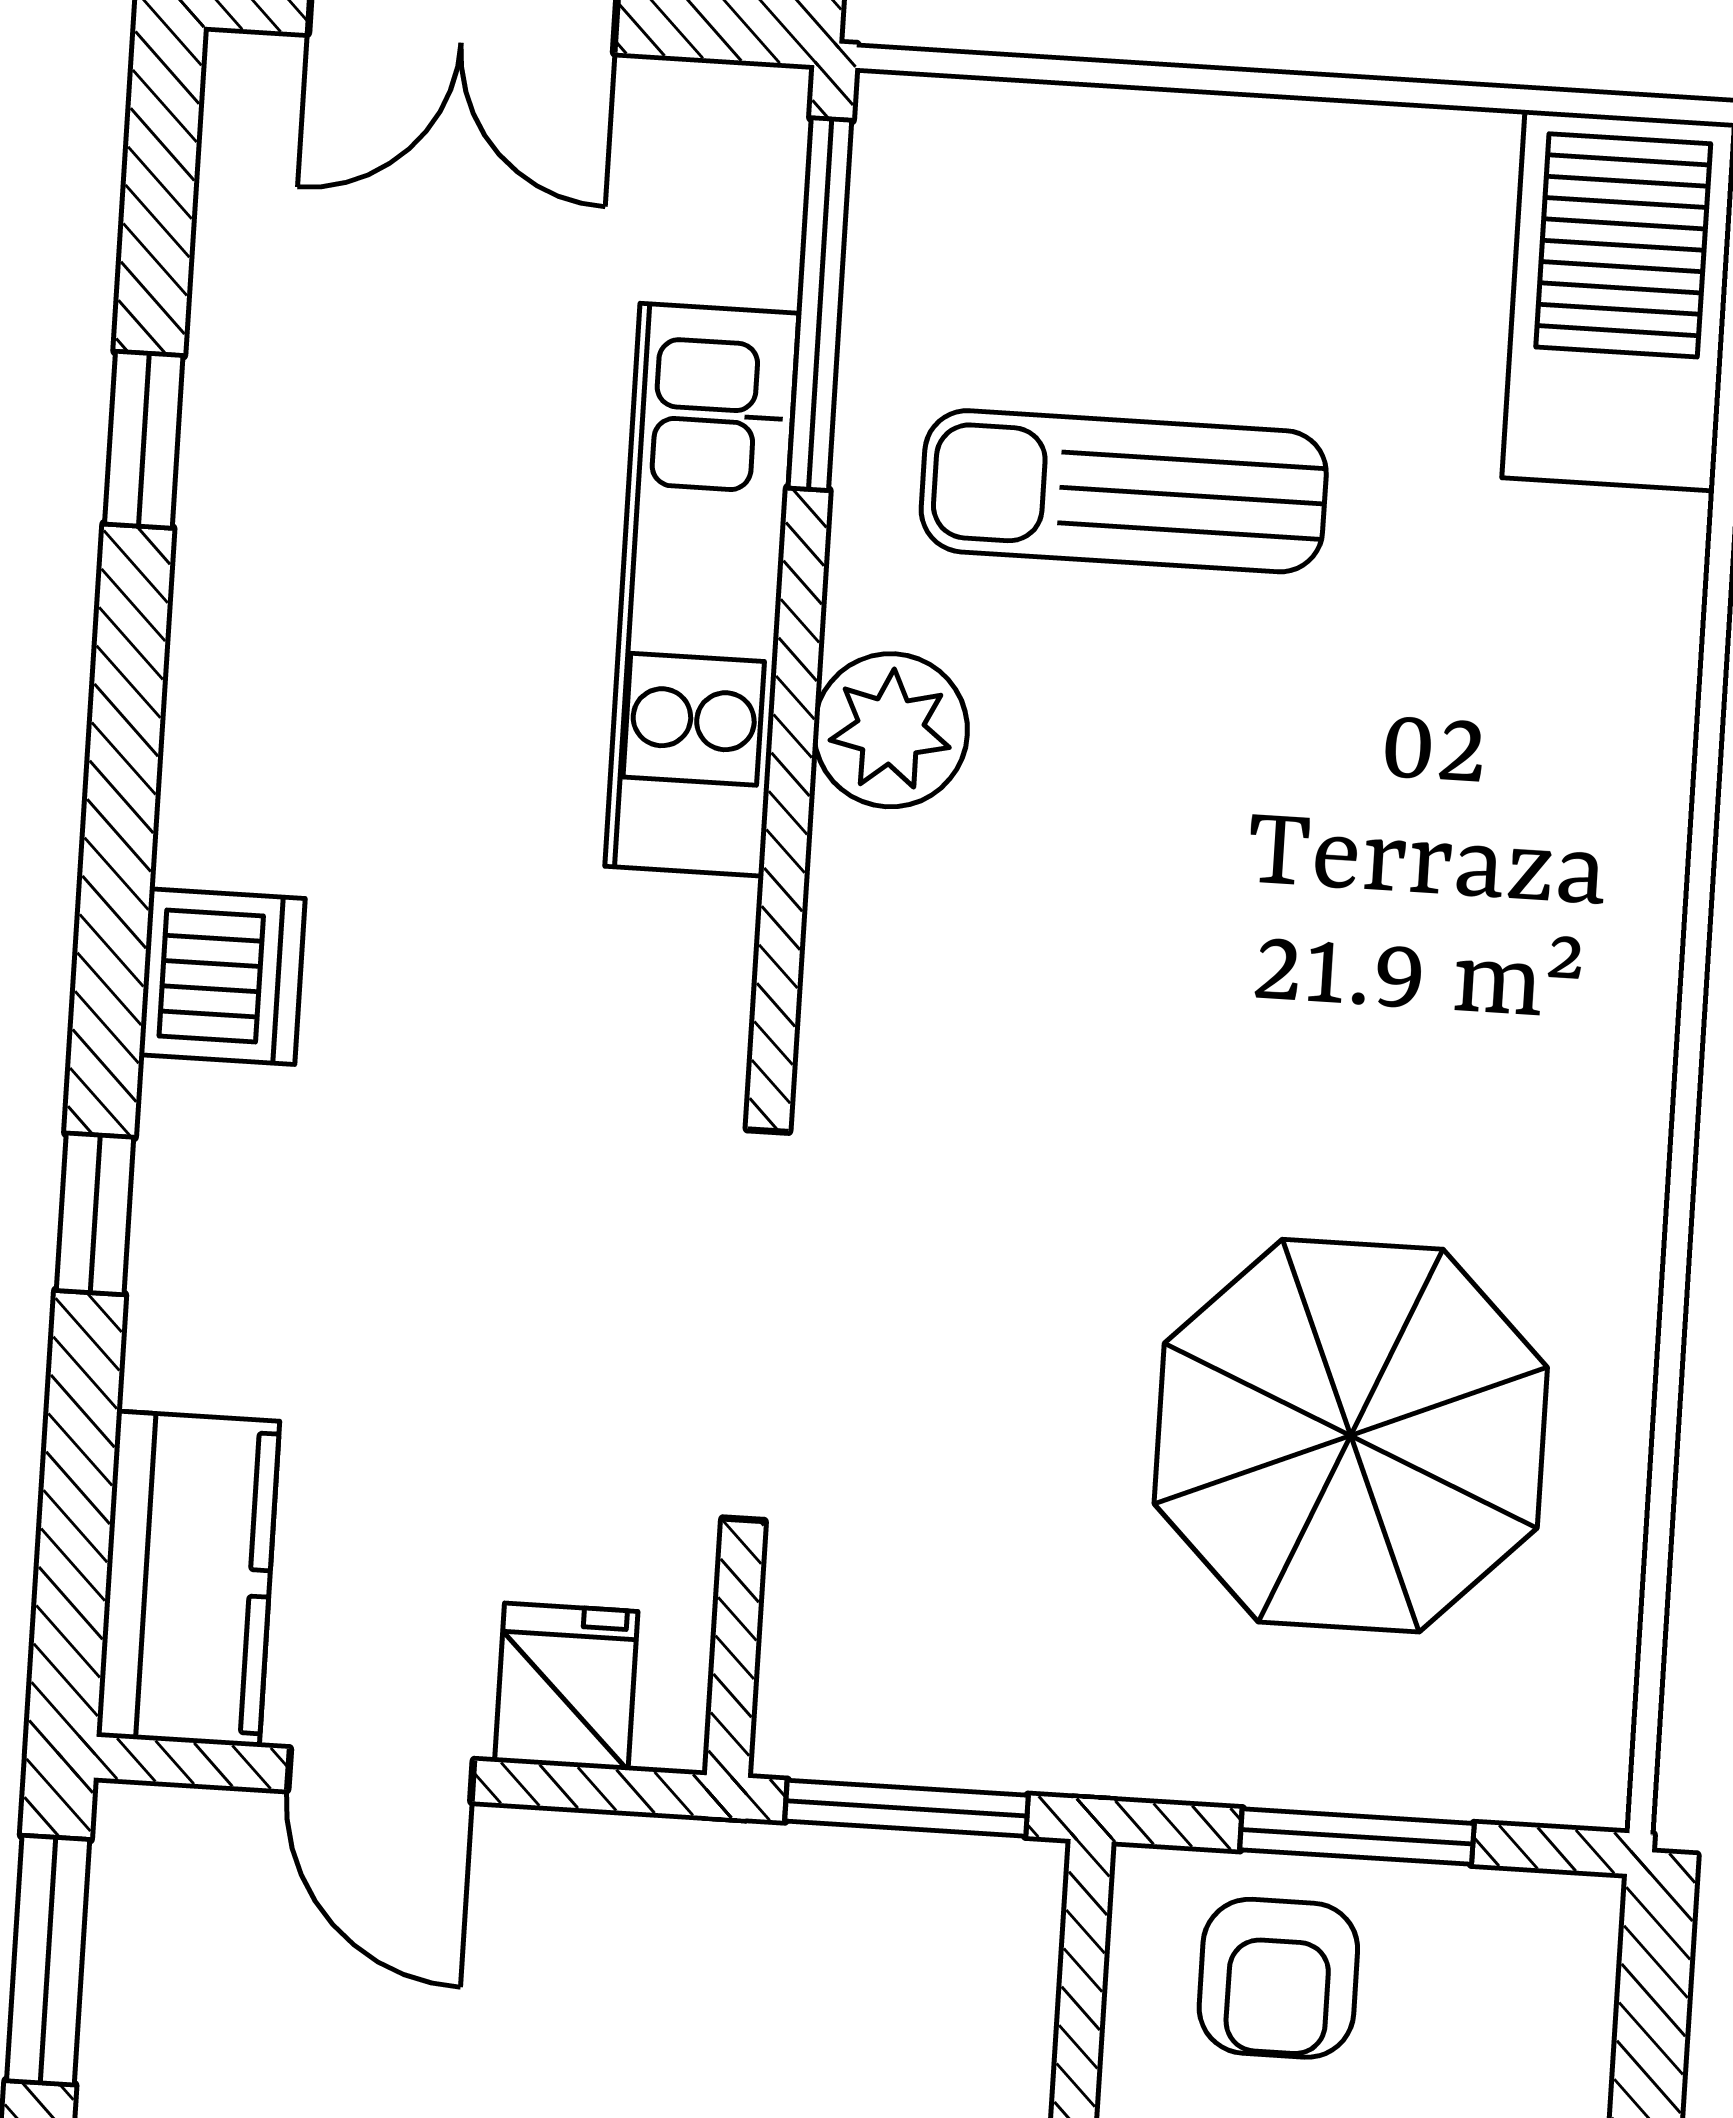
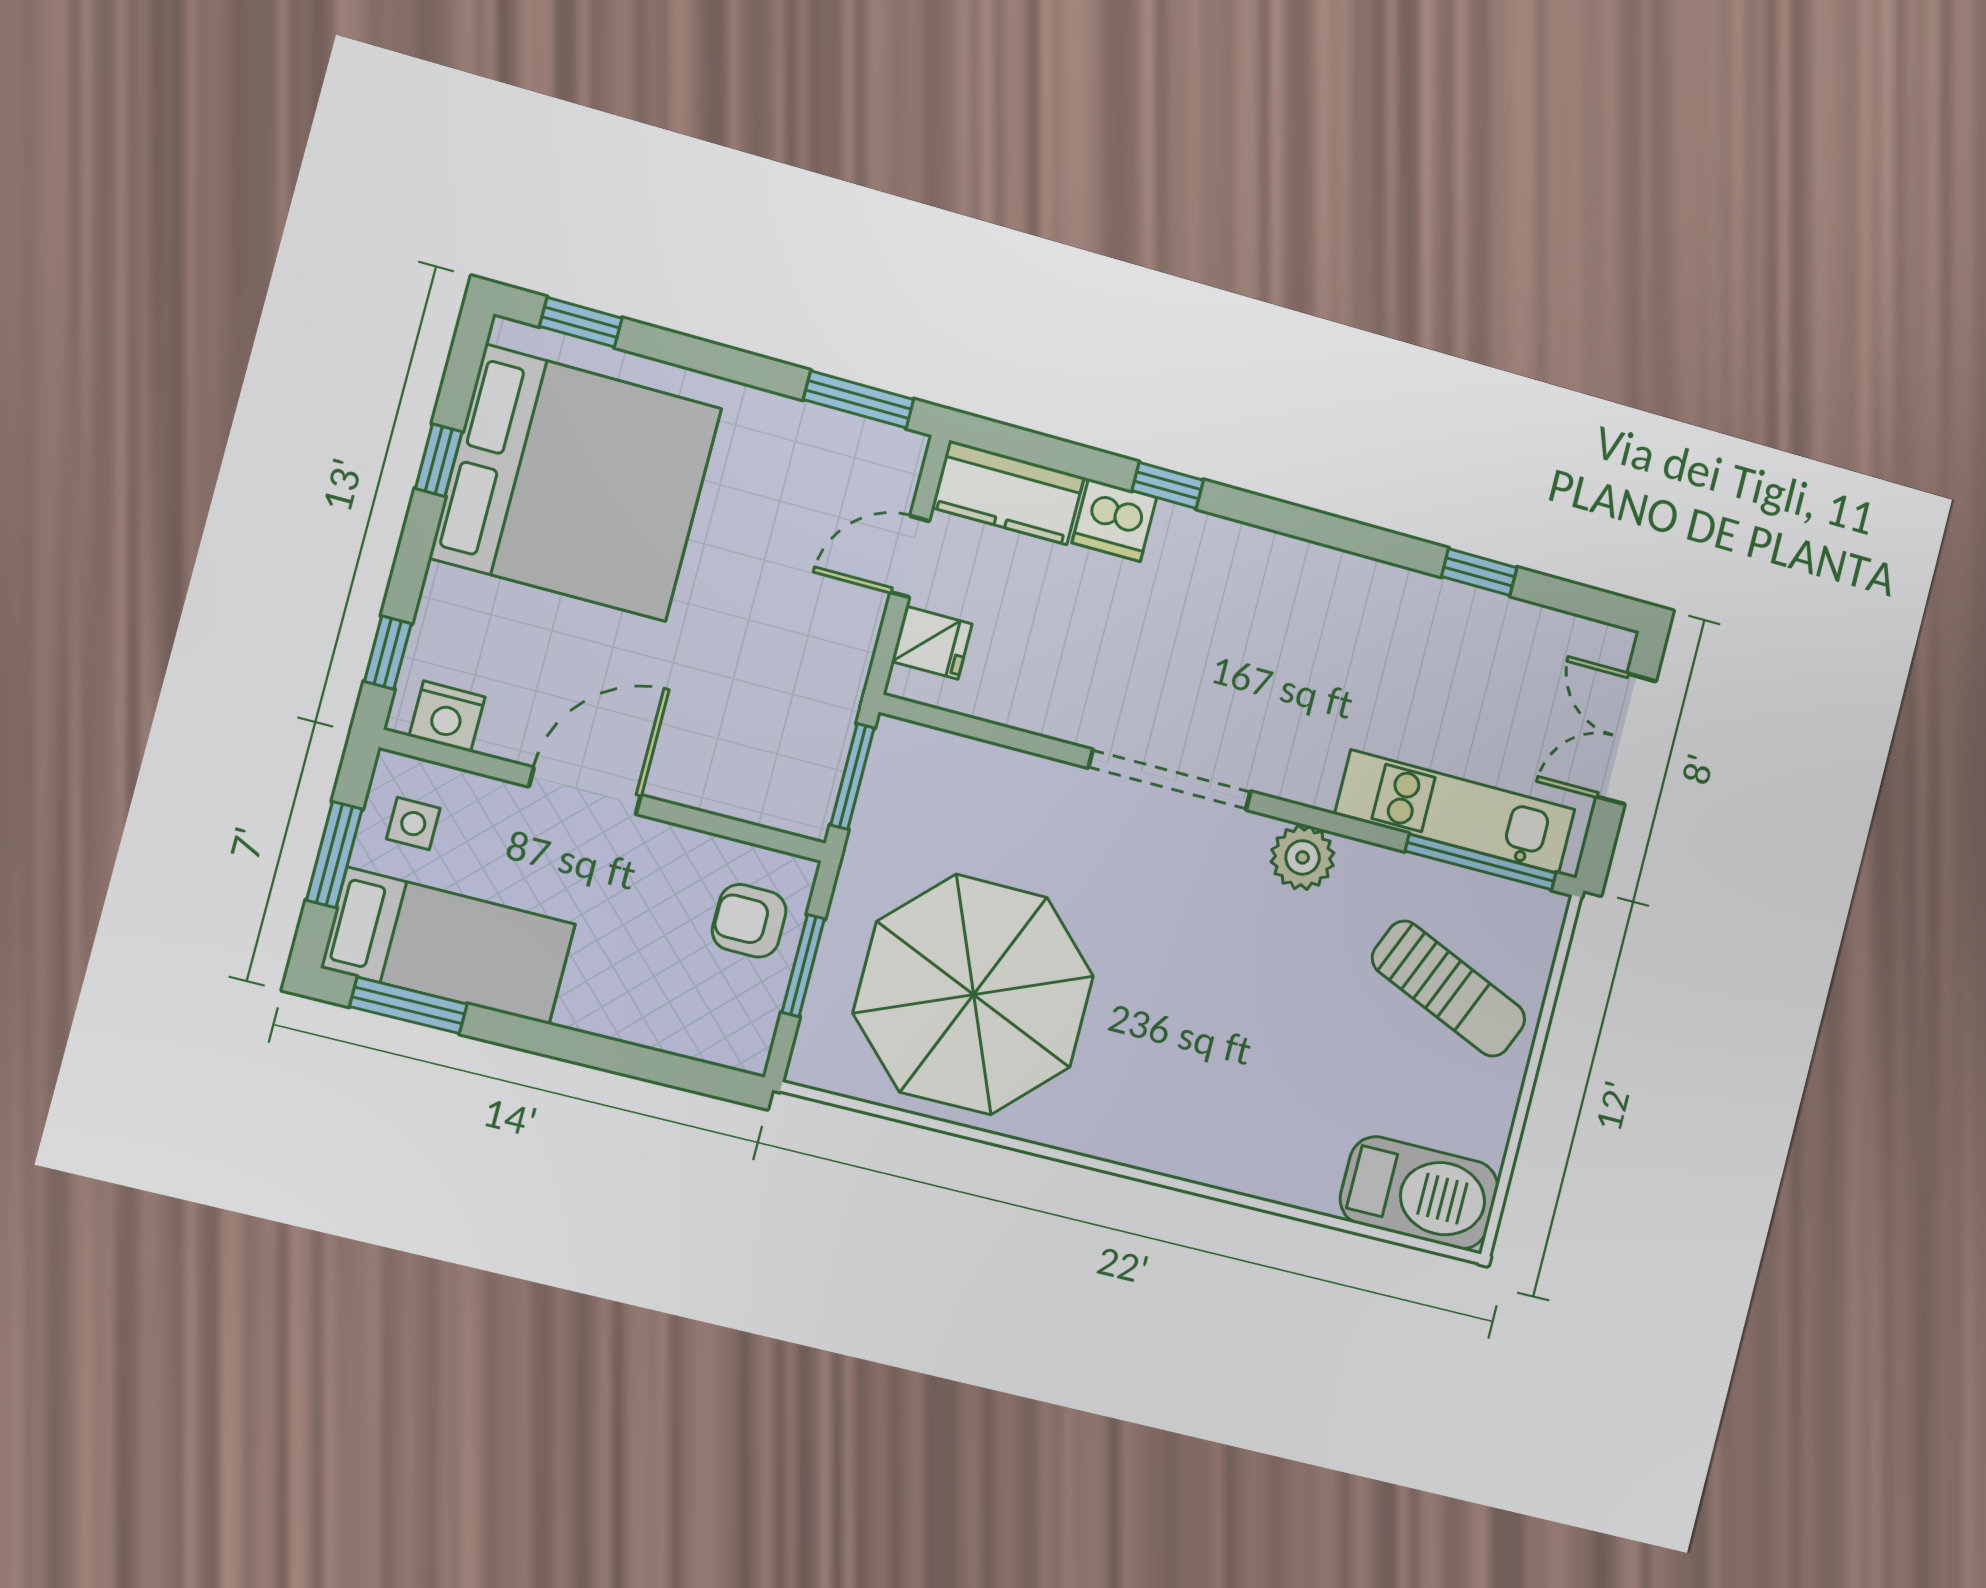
sun lounger: (1124, 491) -> (1449, 989), moved, turned 113
kitchen unit: (702, 590) -> (1455, 812), moved
dishwasher: (222, 977) -> (1114, 520), moved
doorway: (756, 1325) -> (1170, 780), moved
parasol: (1351, 1436) -> (973, 995), width x1.36, depth x1.36

